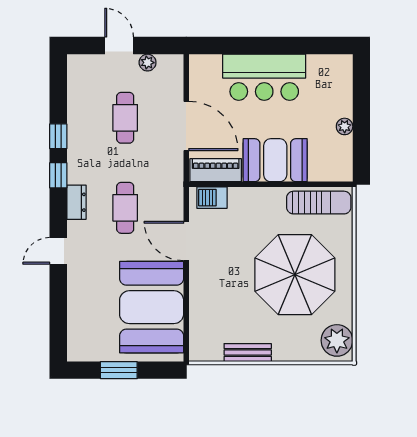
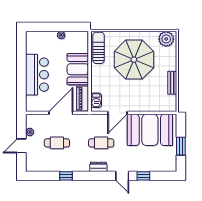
window: (58, 175) -> (143, 176), moved

